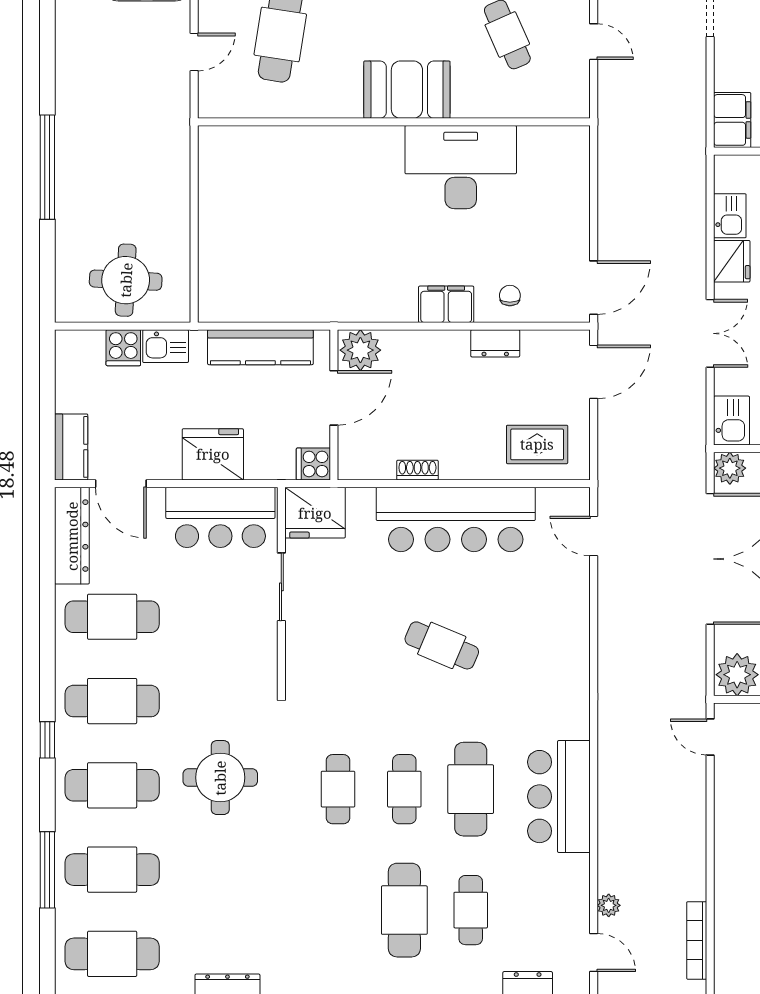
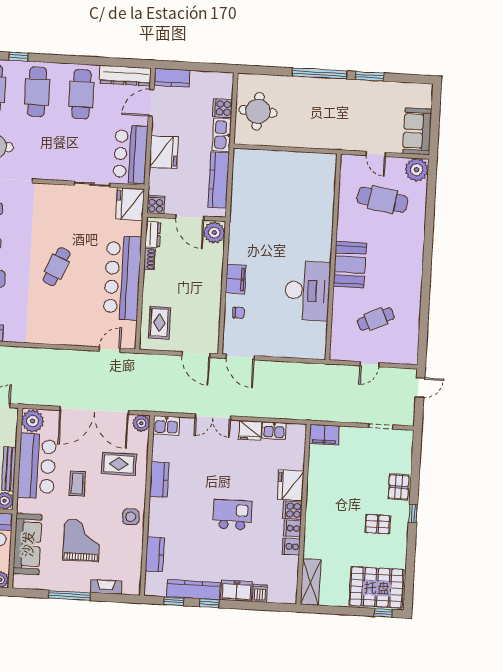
window: (47, 72) -> (370, 76), added
dresser: (495, 343) -> (153, 234), moved, turned 180
kitchen sink: (166, 346) -> (222, 135), width x1.38

